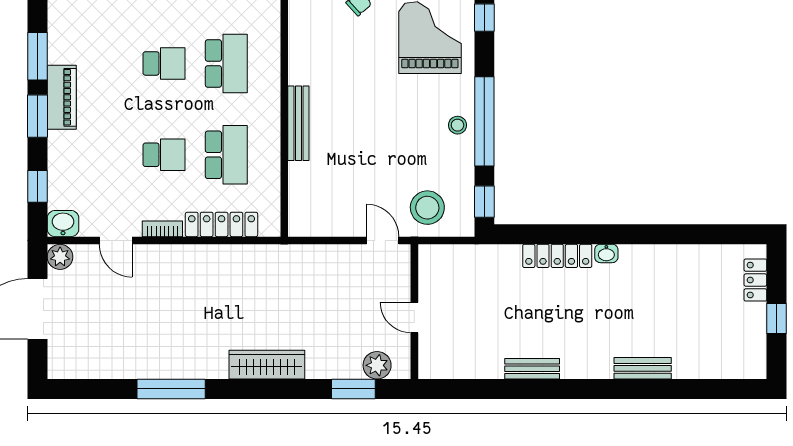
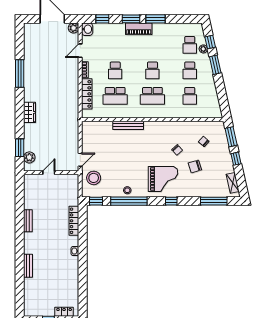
locker: (557, 256) -> (74, 221), moved
wardrobe: (267, 365) -> (30, 112), width x0.67

